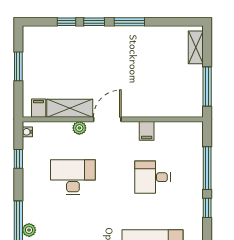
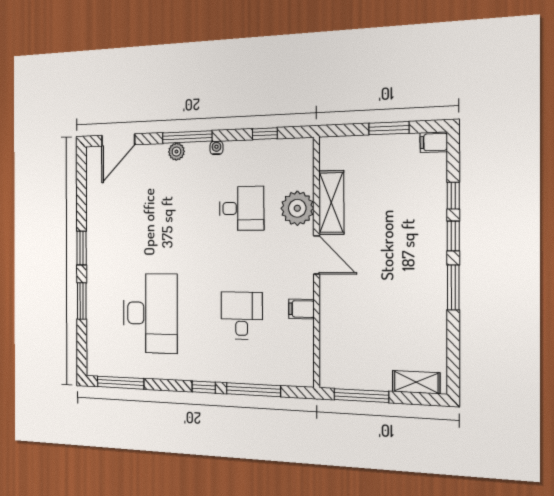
filing cabinet: (39, 108) -> (434, 142), moved, turned 180
plant: (79, 128) -> (297, 208), width x1.87, depth x1.87
water cooler: (27, 132) -> (216, 148), moved
desk: (73, 177) -> (241, 208), width x0.73

